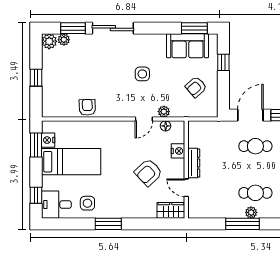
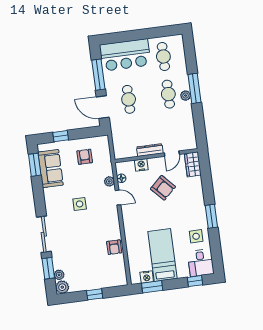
armchair: (196, 87) -> (85, 157), turned -139
armchair: (87, 107) -> (114, 247), turned -88
window: (242, 224) -> (194, 88), moved

